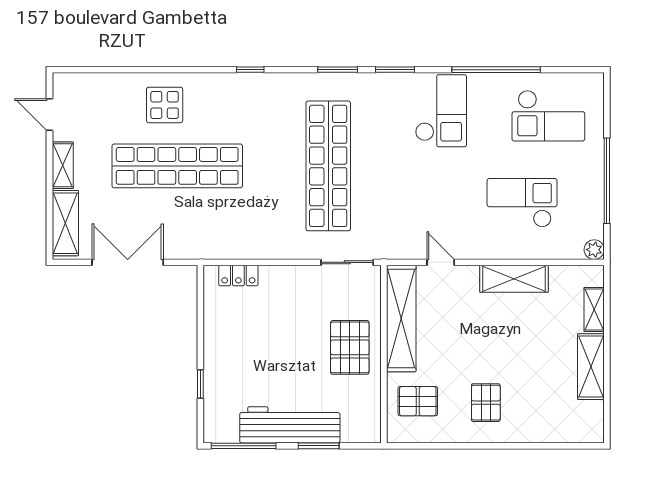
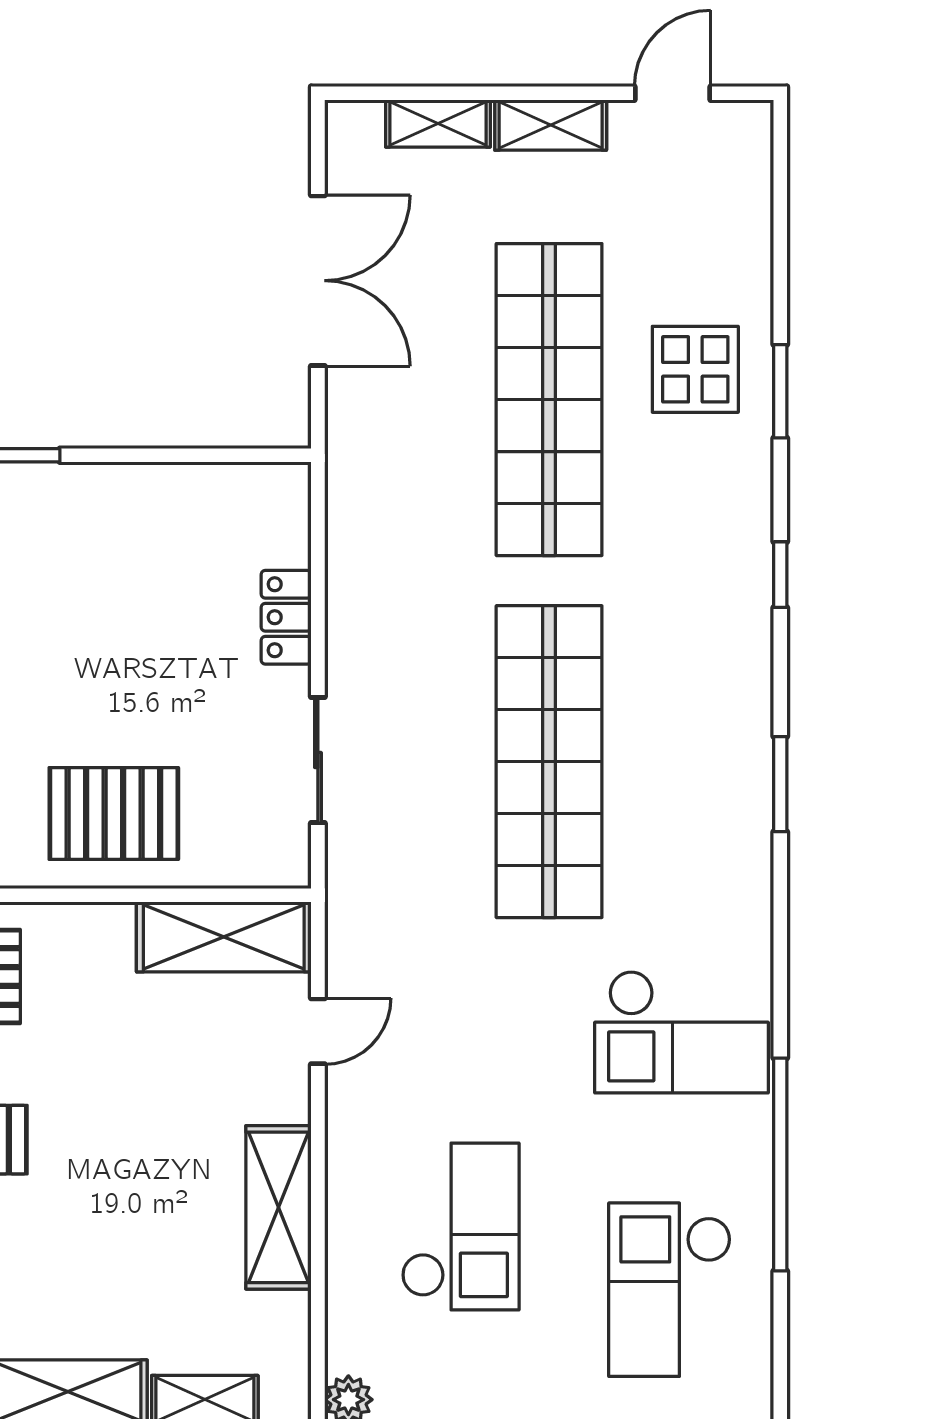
window: (395, 70) -> (780, 391), moved
shop shelf: (328, 166) -> (549, 762), turned 90
shelving: (65, 223) -> (438, 123), width x0.67, depth x0.75
sliding door: (347, 262) -> (318, 760), moved
locker: (238, 276) -> (286, 617), moved
shelving: (401, 319) -> (224, 937), width x0.68

